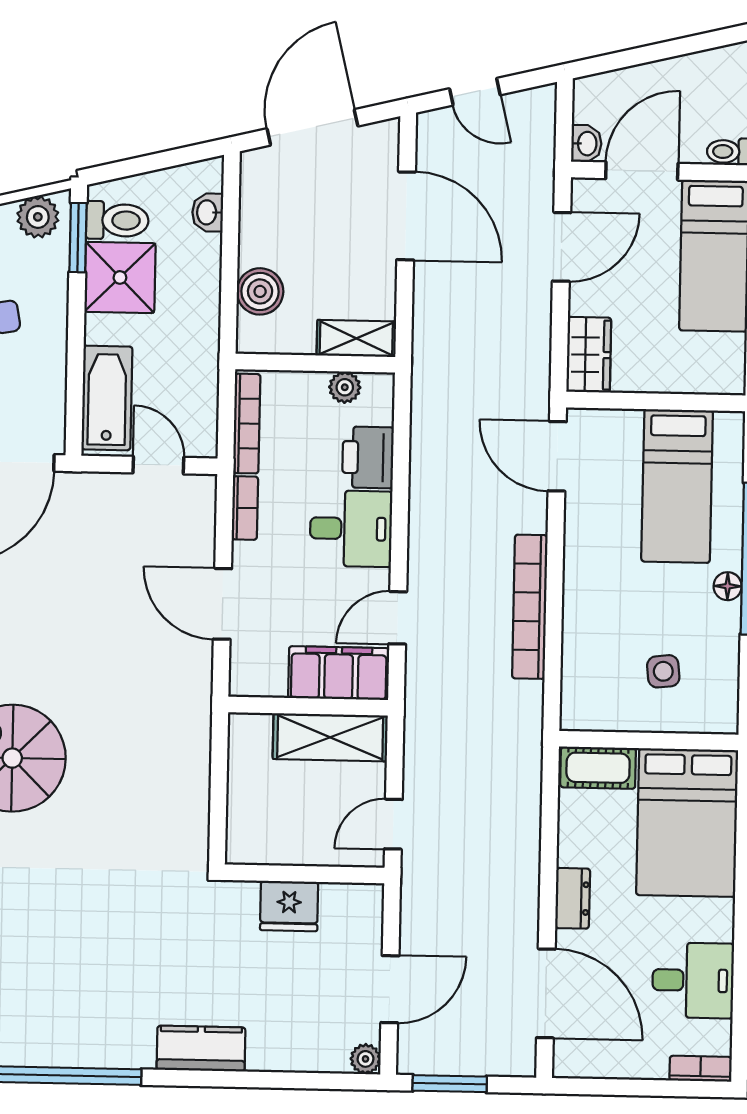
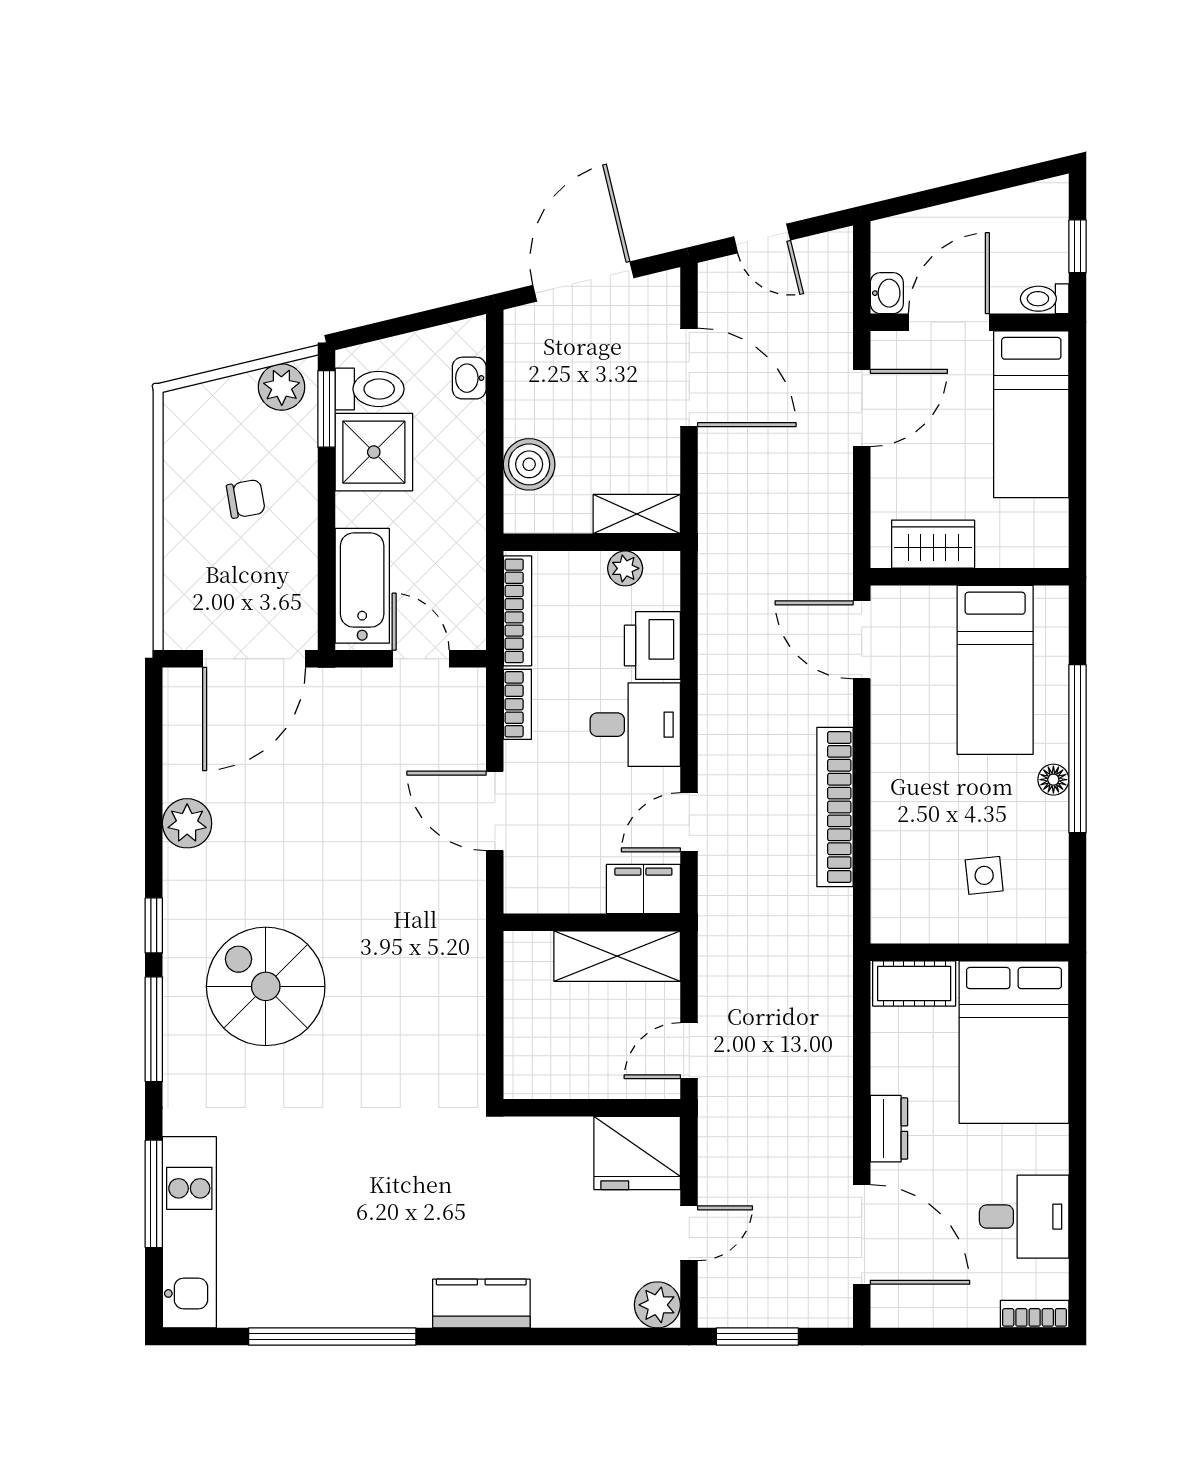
wardrobe: (589, 355) -> (933, 544), moved, turned -90
filing cabinet: (339, 673) -> (643, 889), width x0.67, depth x0.86
fridge: (289, 906) -> (637, 1153), moved, width x1.36, depth x1.34
door: (390, 989) -> (689, 1233), width x0.73
plant: (366, 1059) -> (657, 1305), width x1.38, depth x1.38

